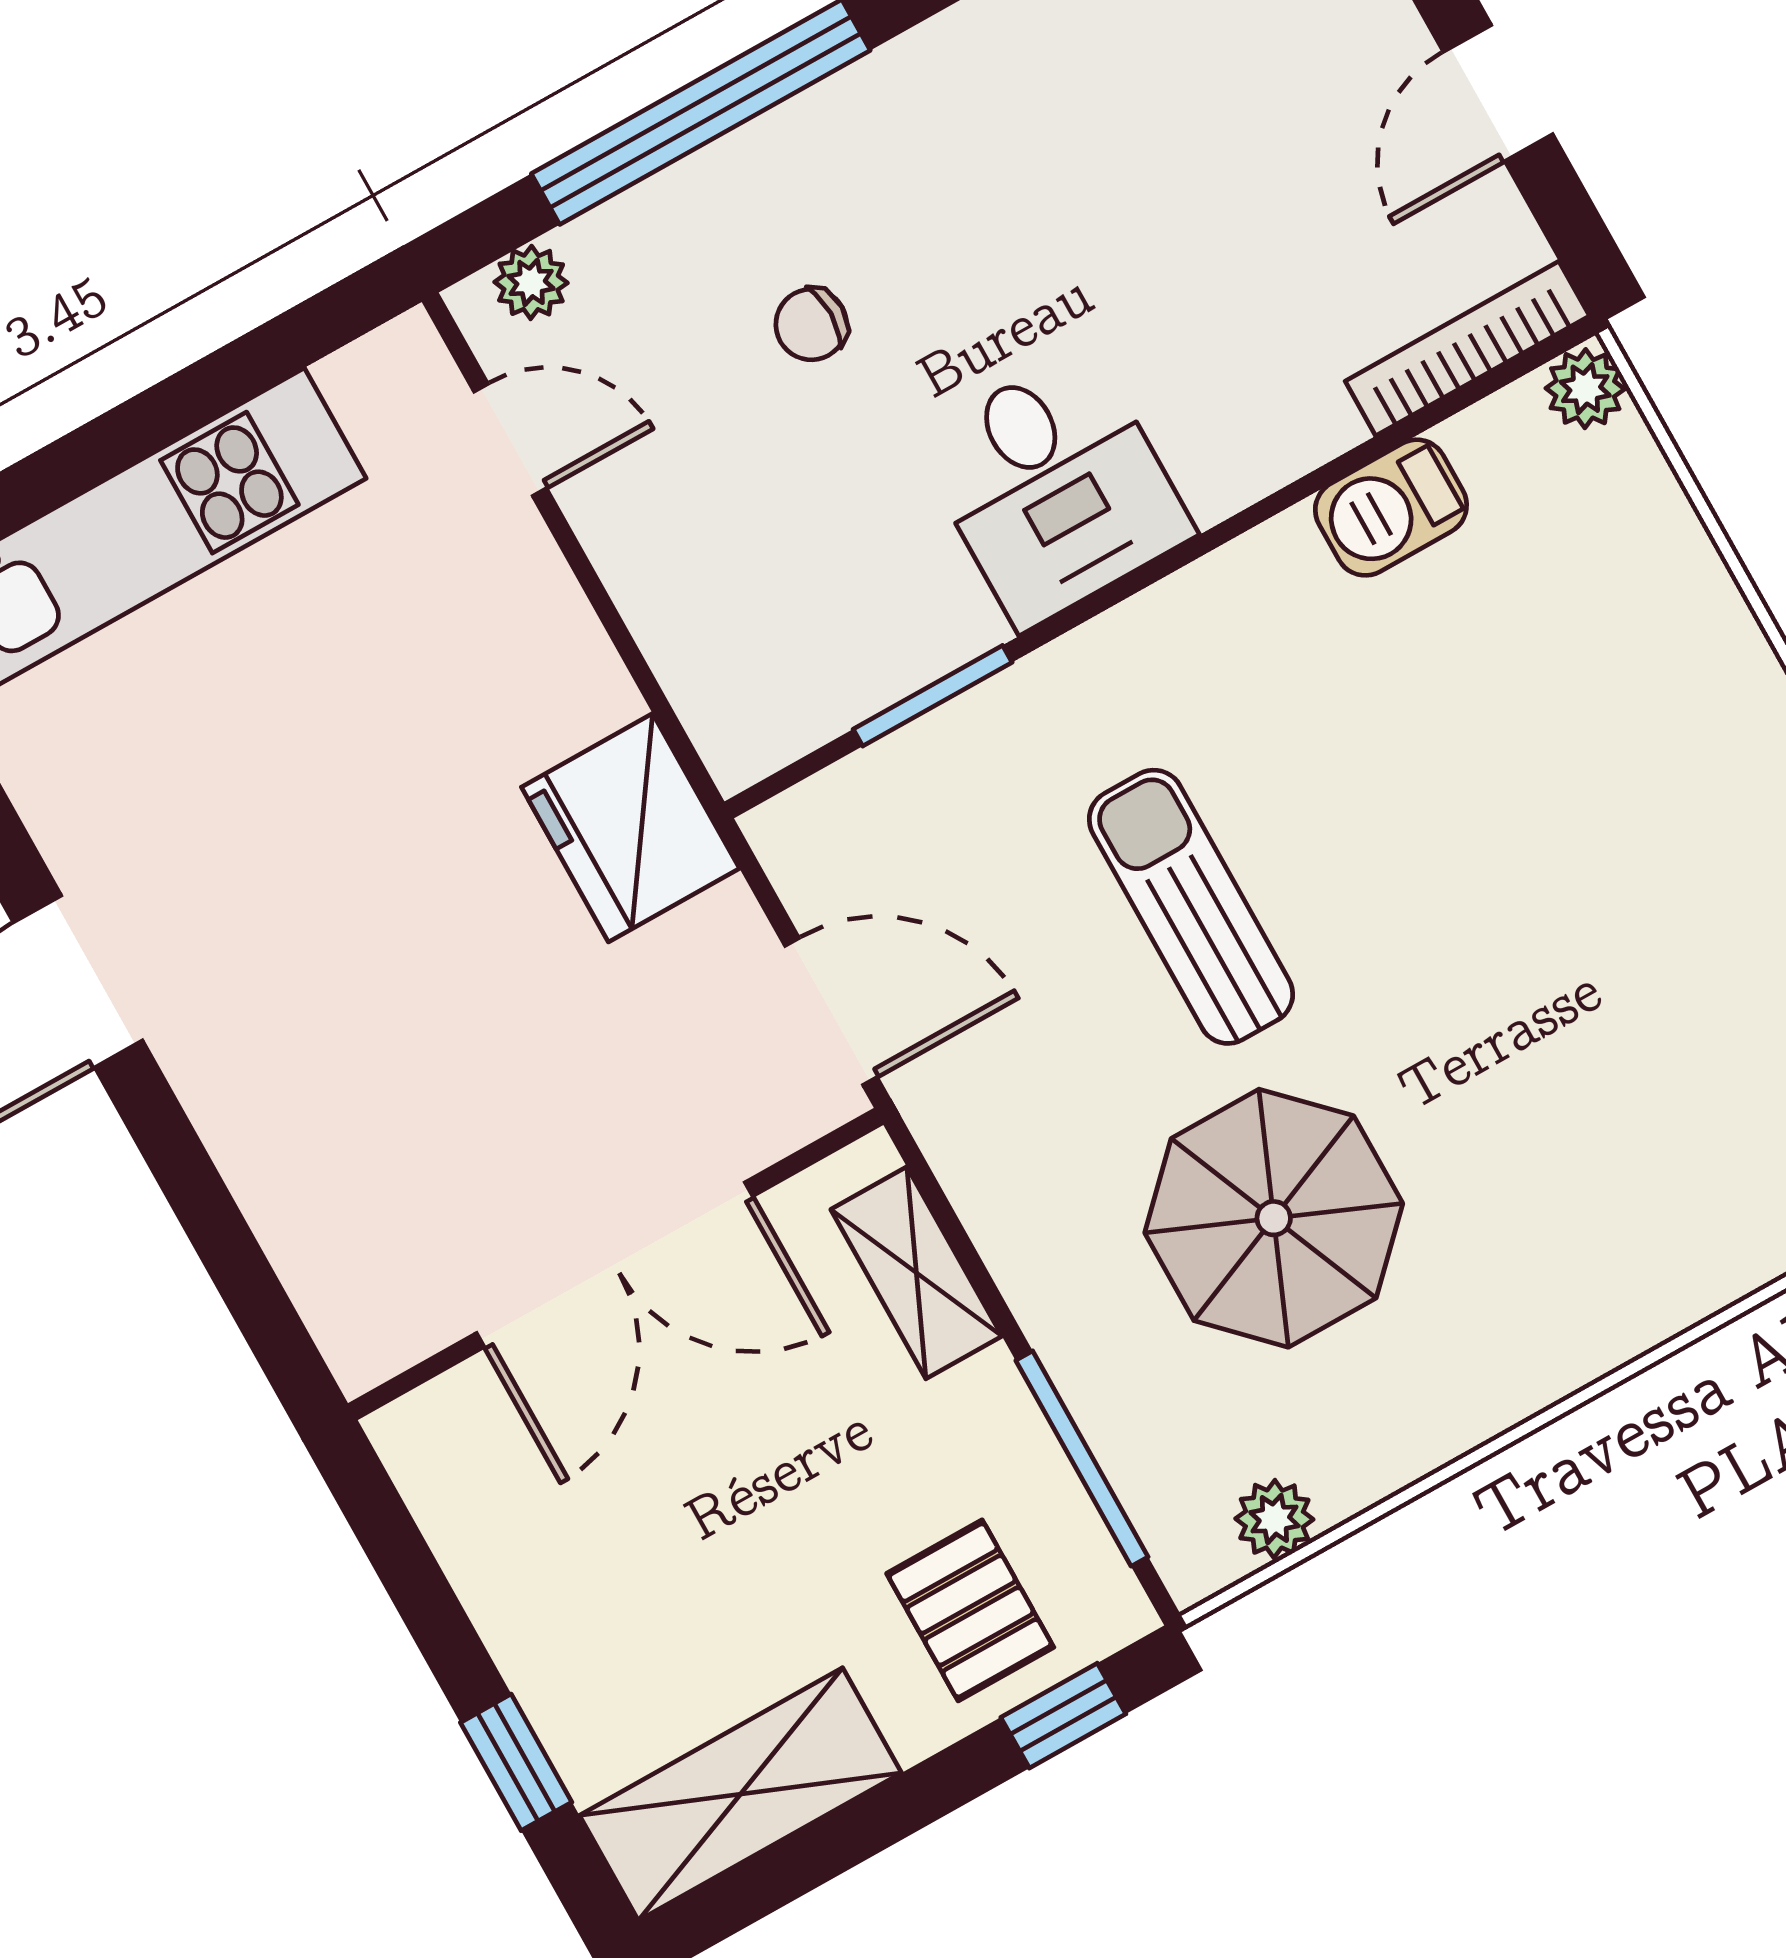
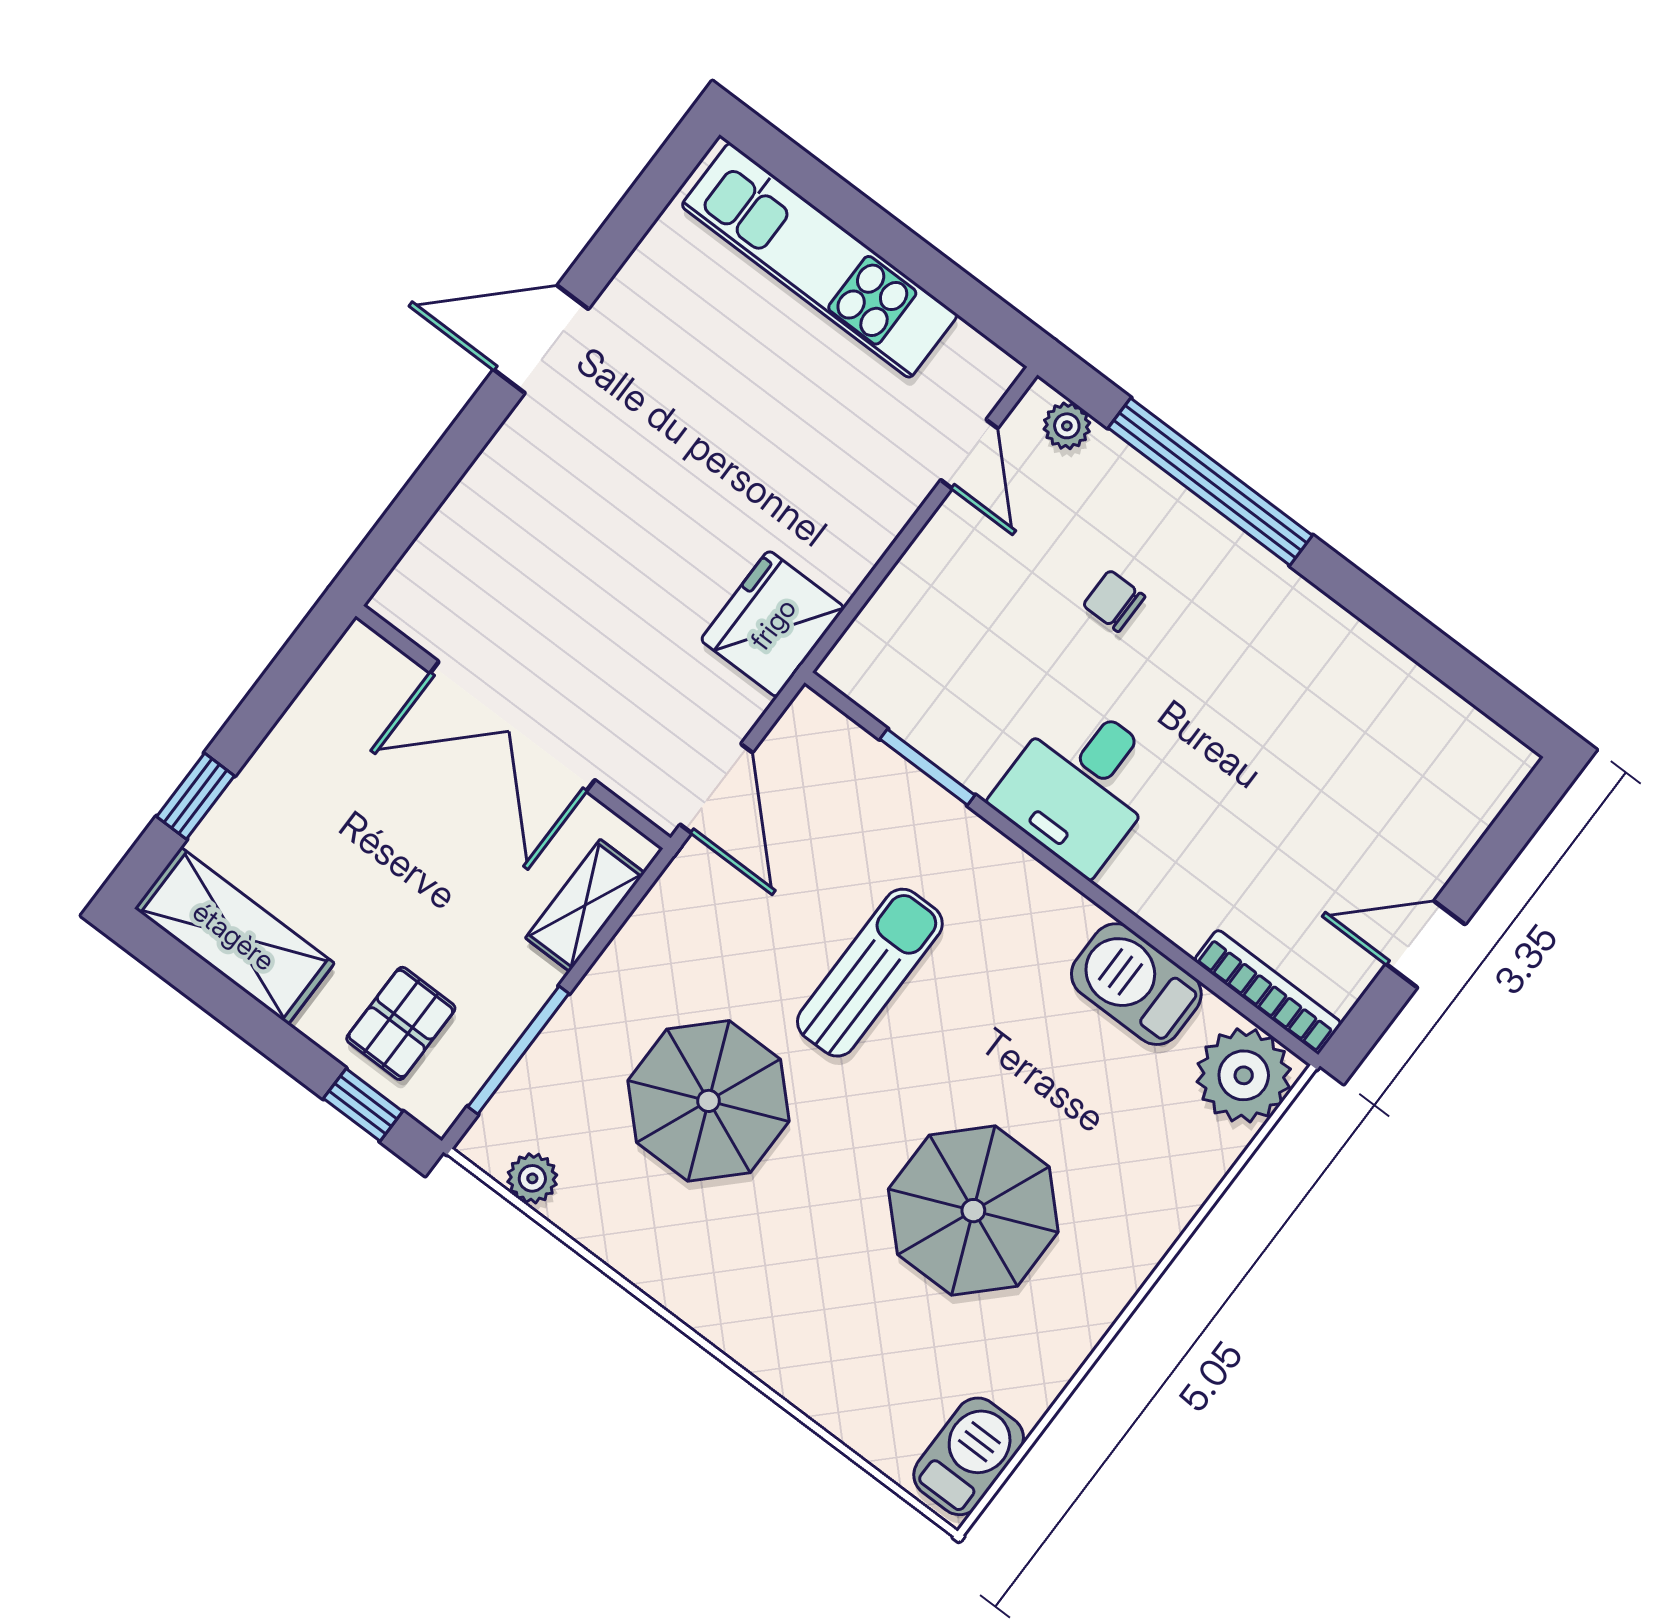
plant: (1585, 389) -> (1244, 1075), width x1.88, depth x1.88
barbecue: (1391, 508) -> (1136, 984), width x1.38, depth x1.27
parasol: (1597, 907) -> (973, 1211), added

